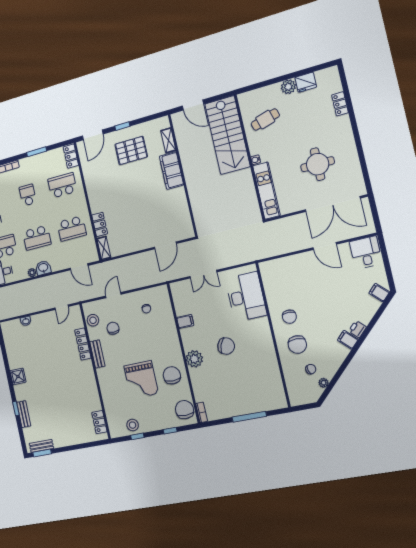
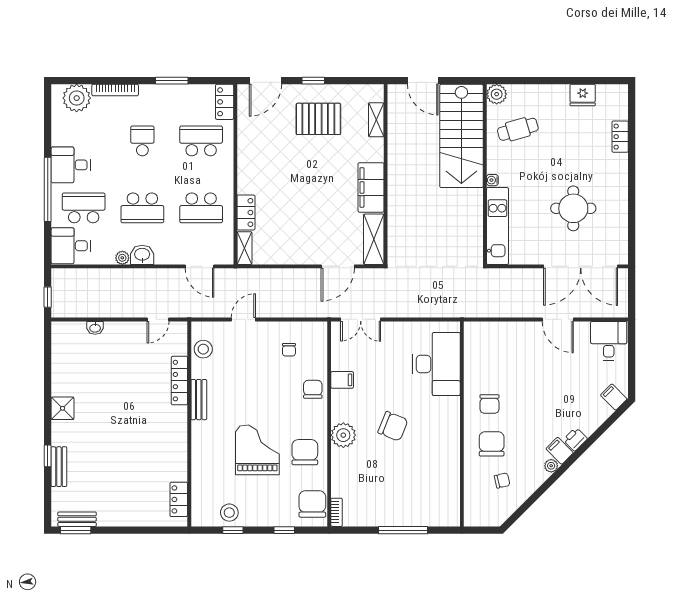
plant: (288, 87) -> (497, 94), moved
filing cabinet: (171, 171) -> (371, 187), moved
shelving: (185, 221) -> (374, 239), added
double door: (203, 274) -> (361, 319), moved
chair: (113, 328) -> (313, 389), moved
chair: (297, 345) -> (492, 444), turned 180
grand piano: (141, 380) -> (257, 450), turned 180
plant: (324, 383) -> (551, 466), moved

